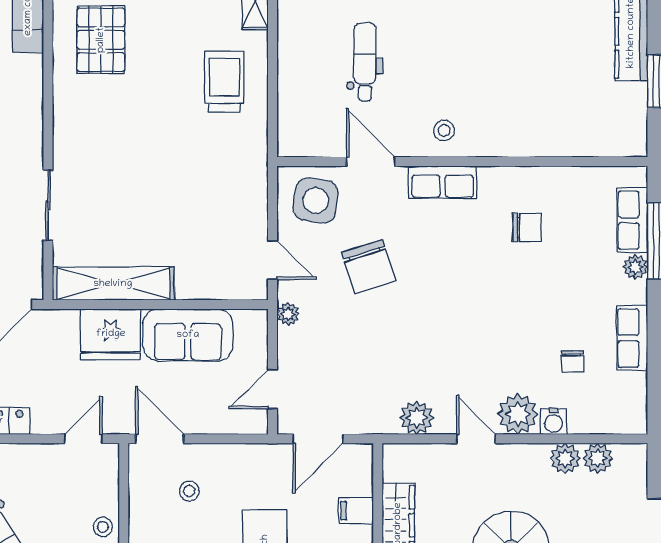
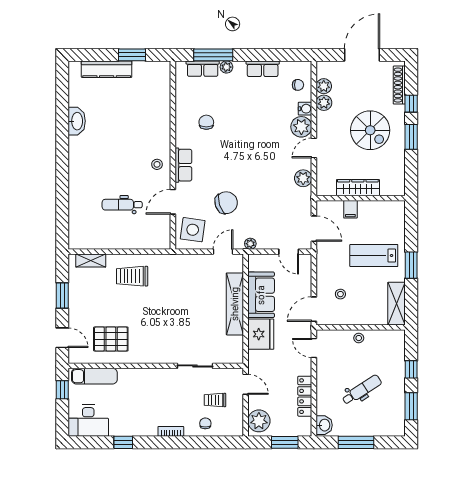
shelving: (113, 284) -> (235, 304), moved
chair: (573, 362) -> (298, 85), moved

